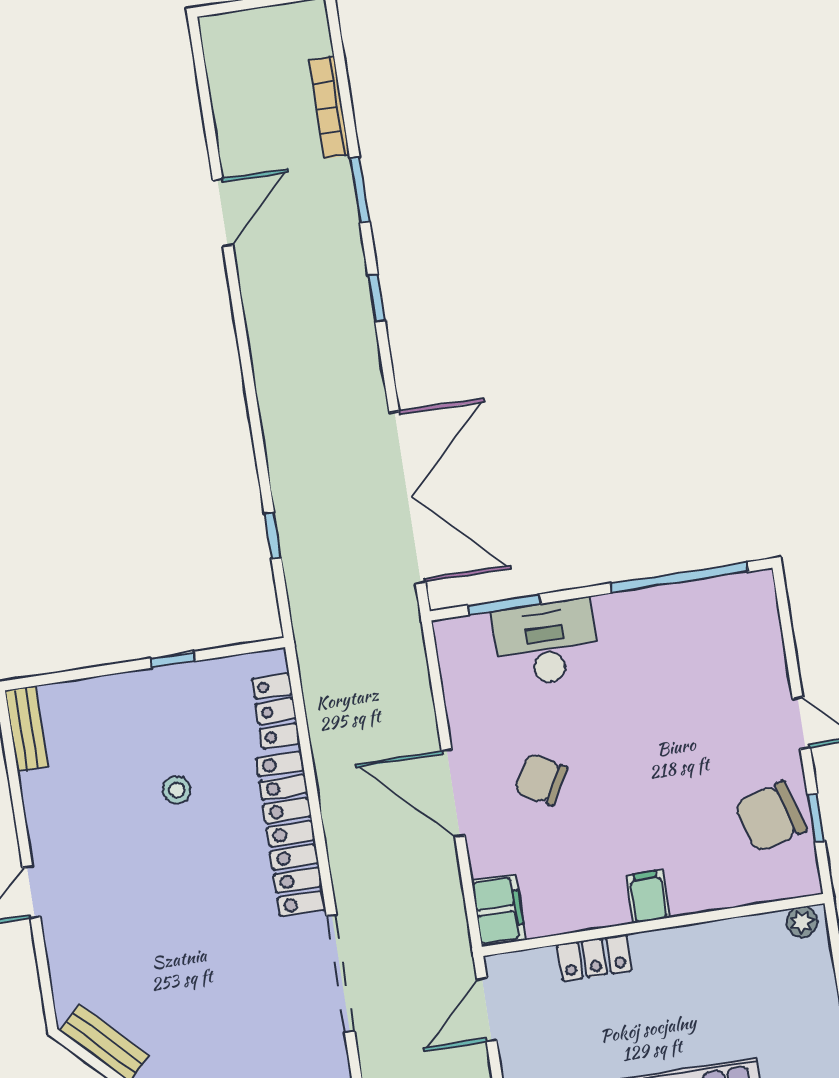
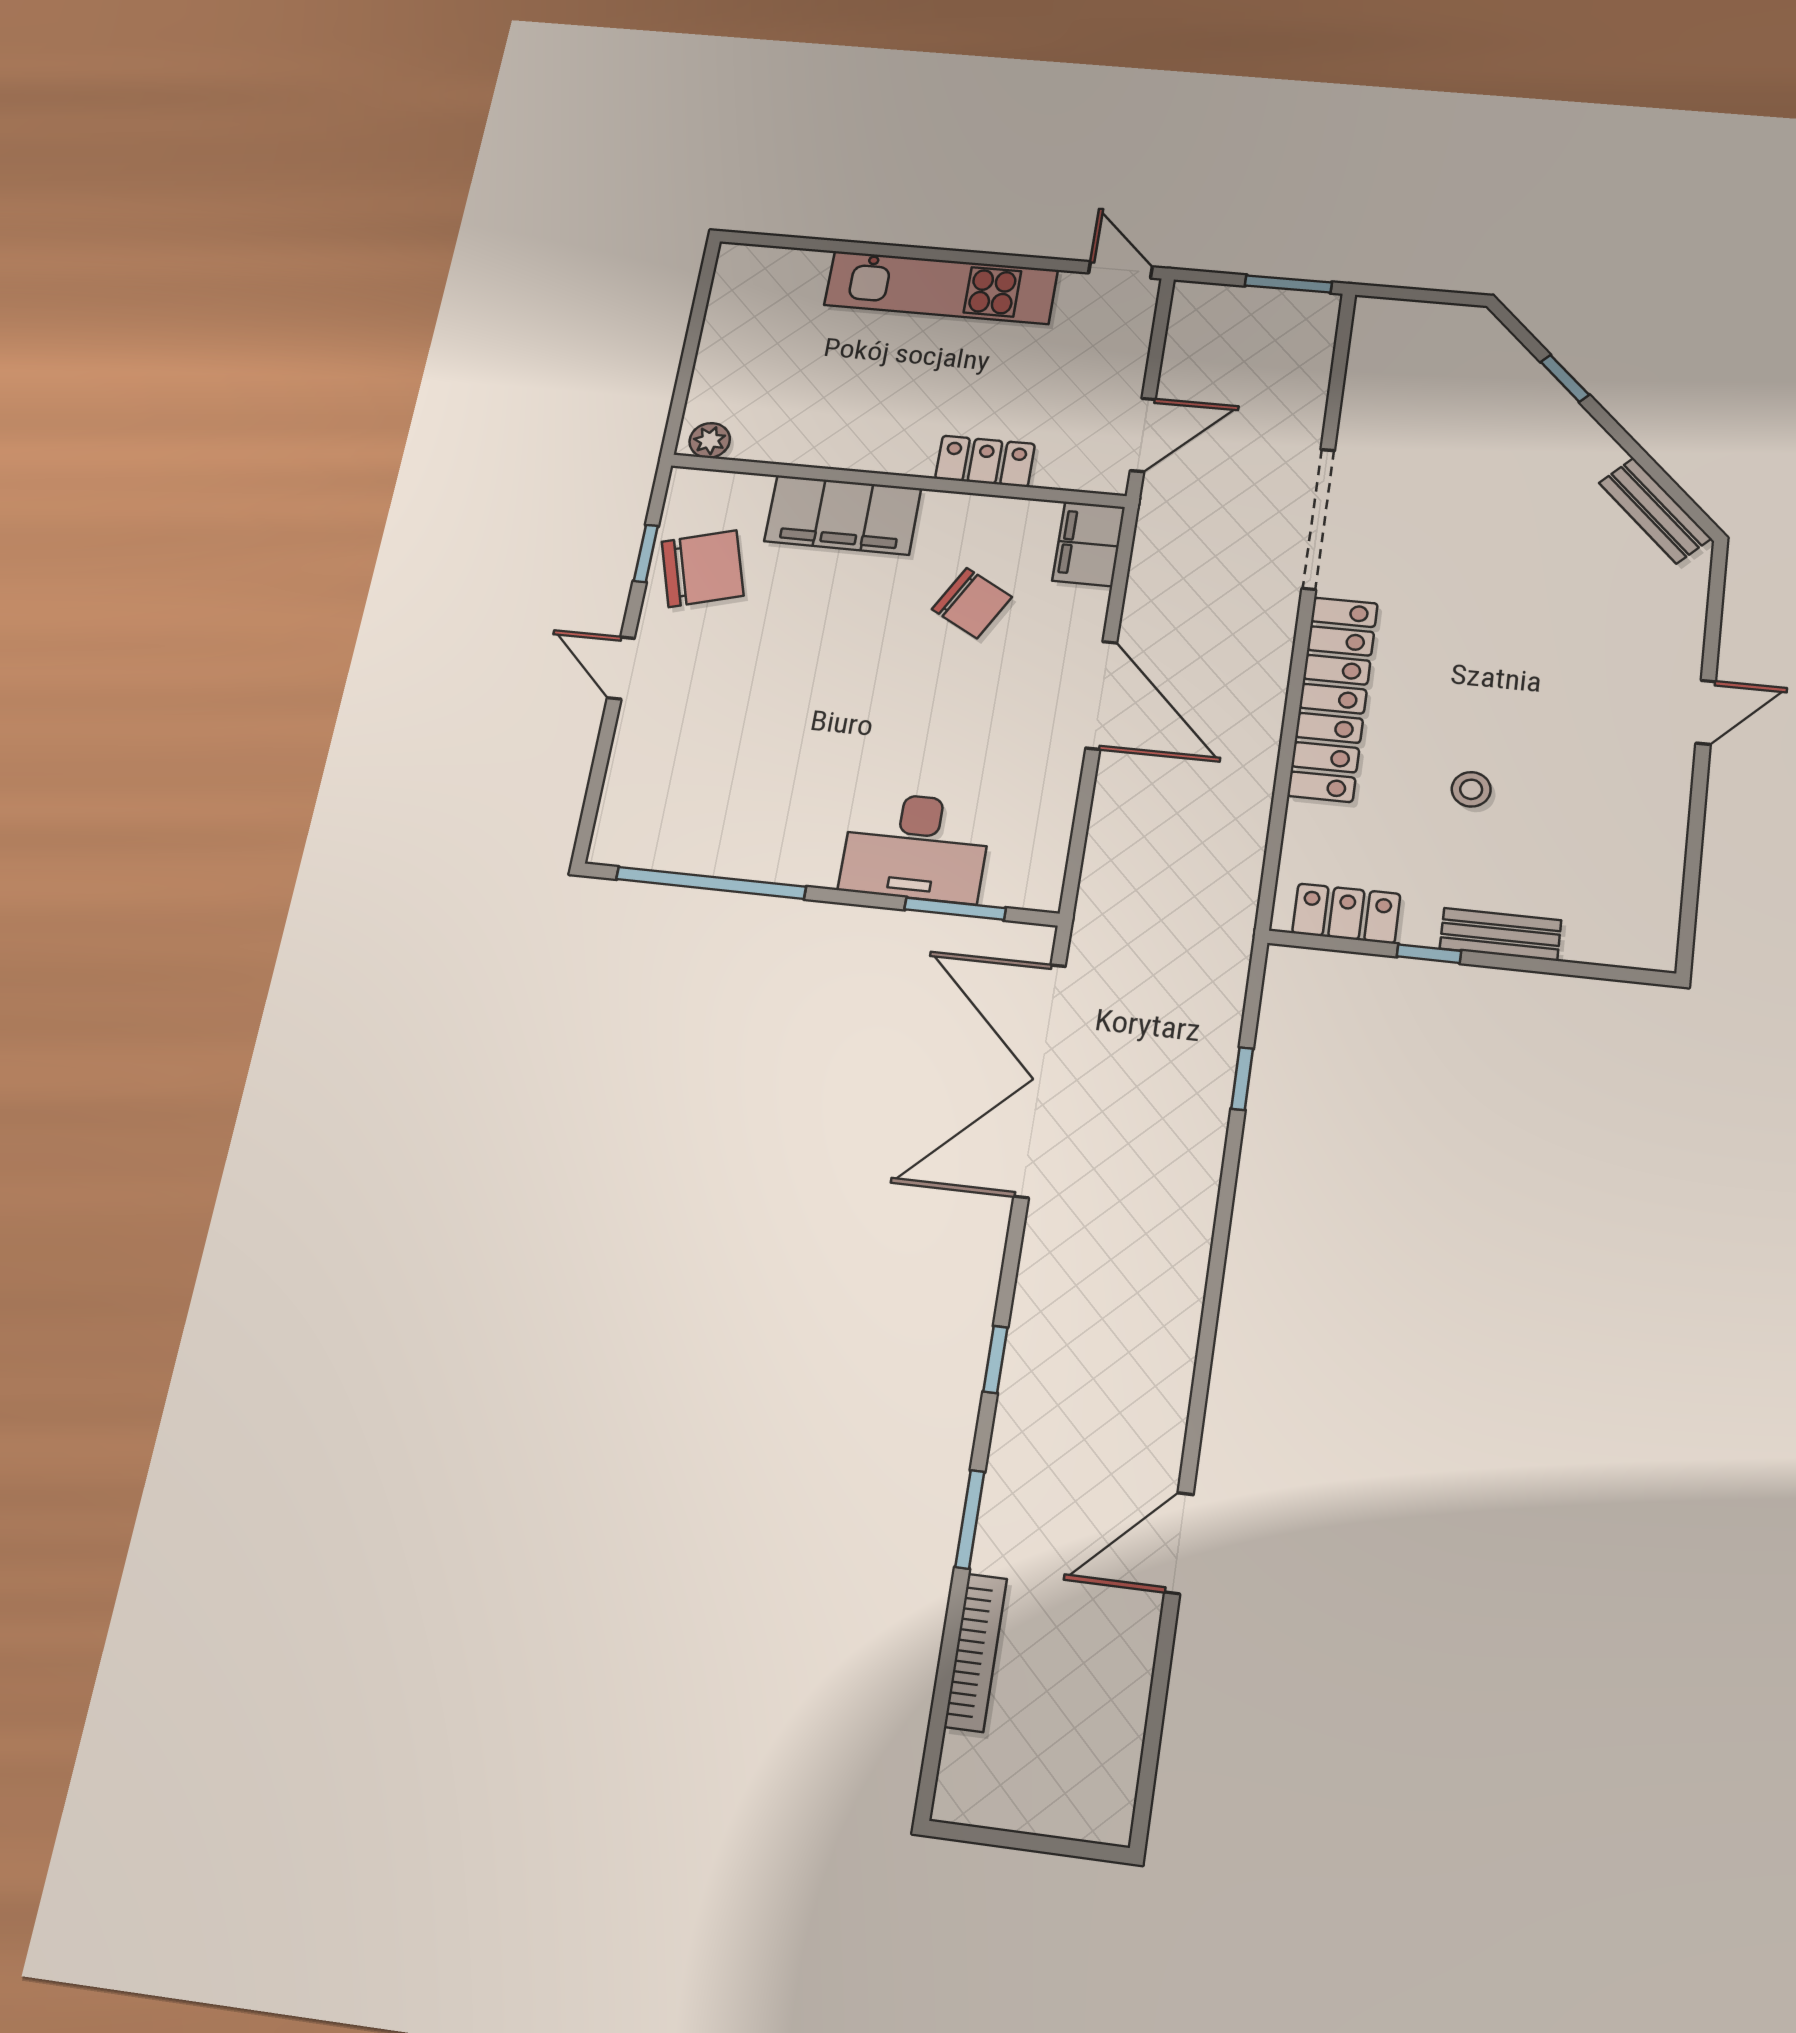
locker: (276, 711) -> (1346, 913), moved, turned -90
bench: (26, 729) -> (1500, 934), moved, turned 90
chair: (541, 779) -> (972, 603), moved
filing cabinet: (648, 896) -> (843, 515), width x3.00, depth x1.17

